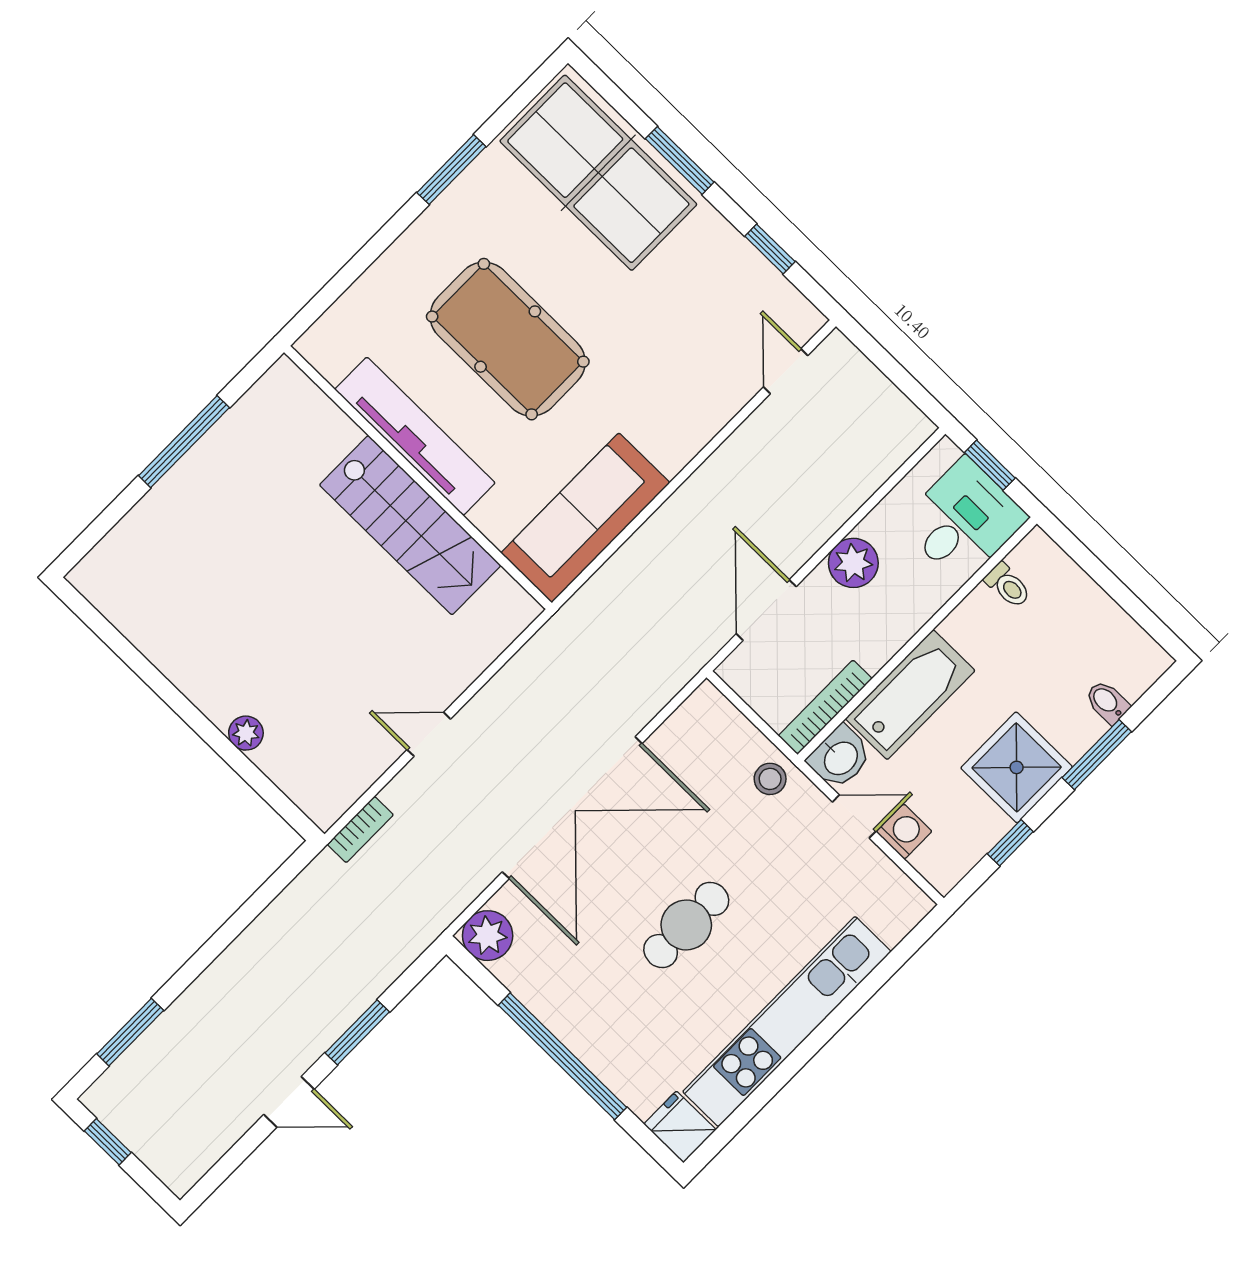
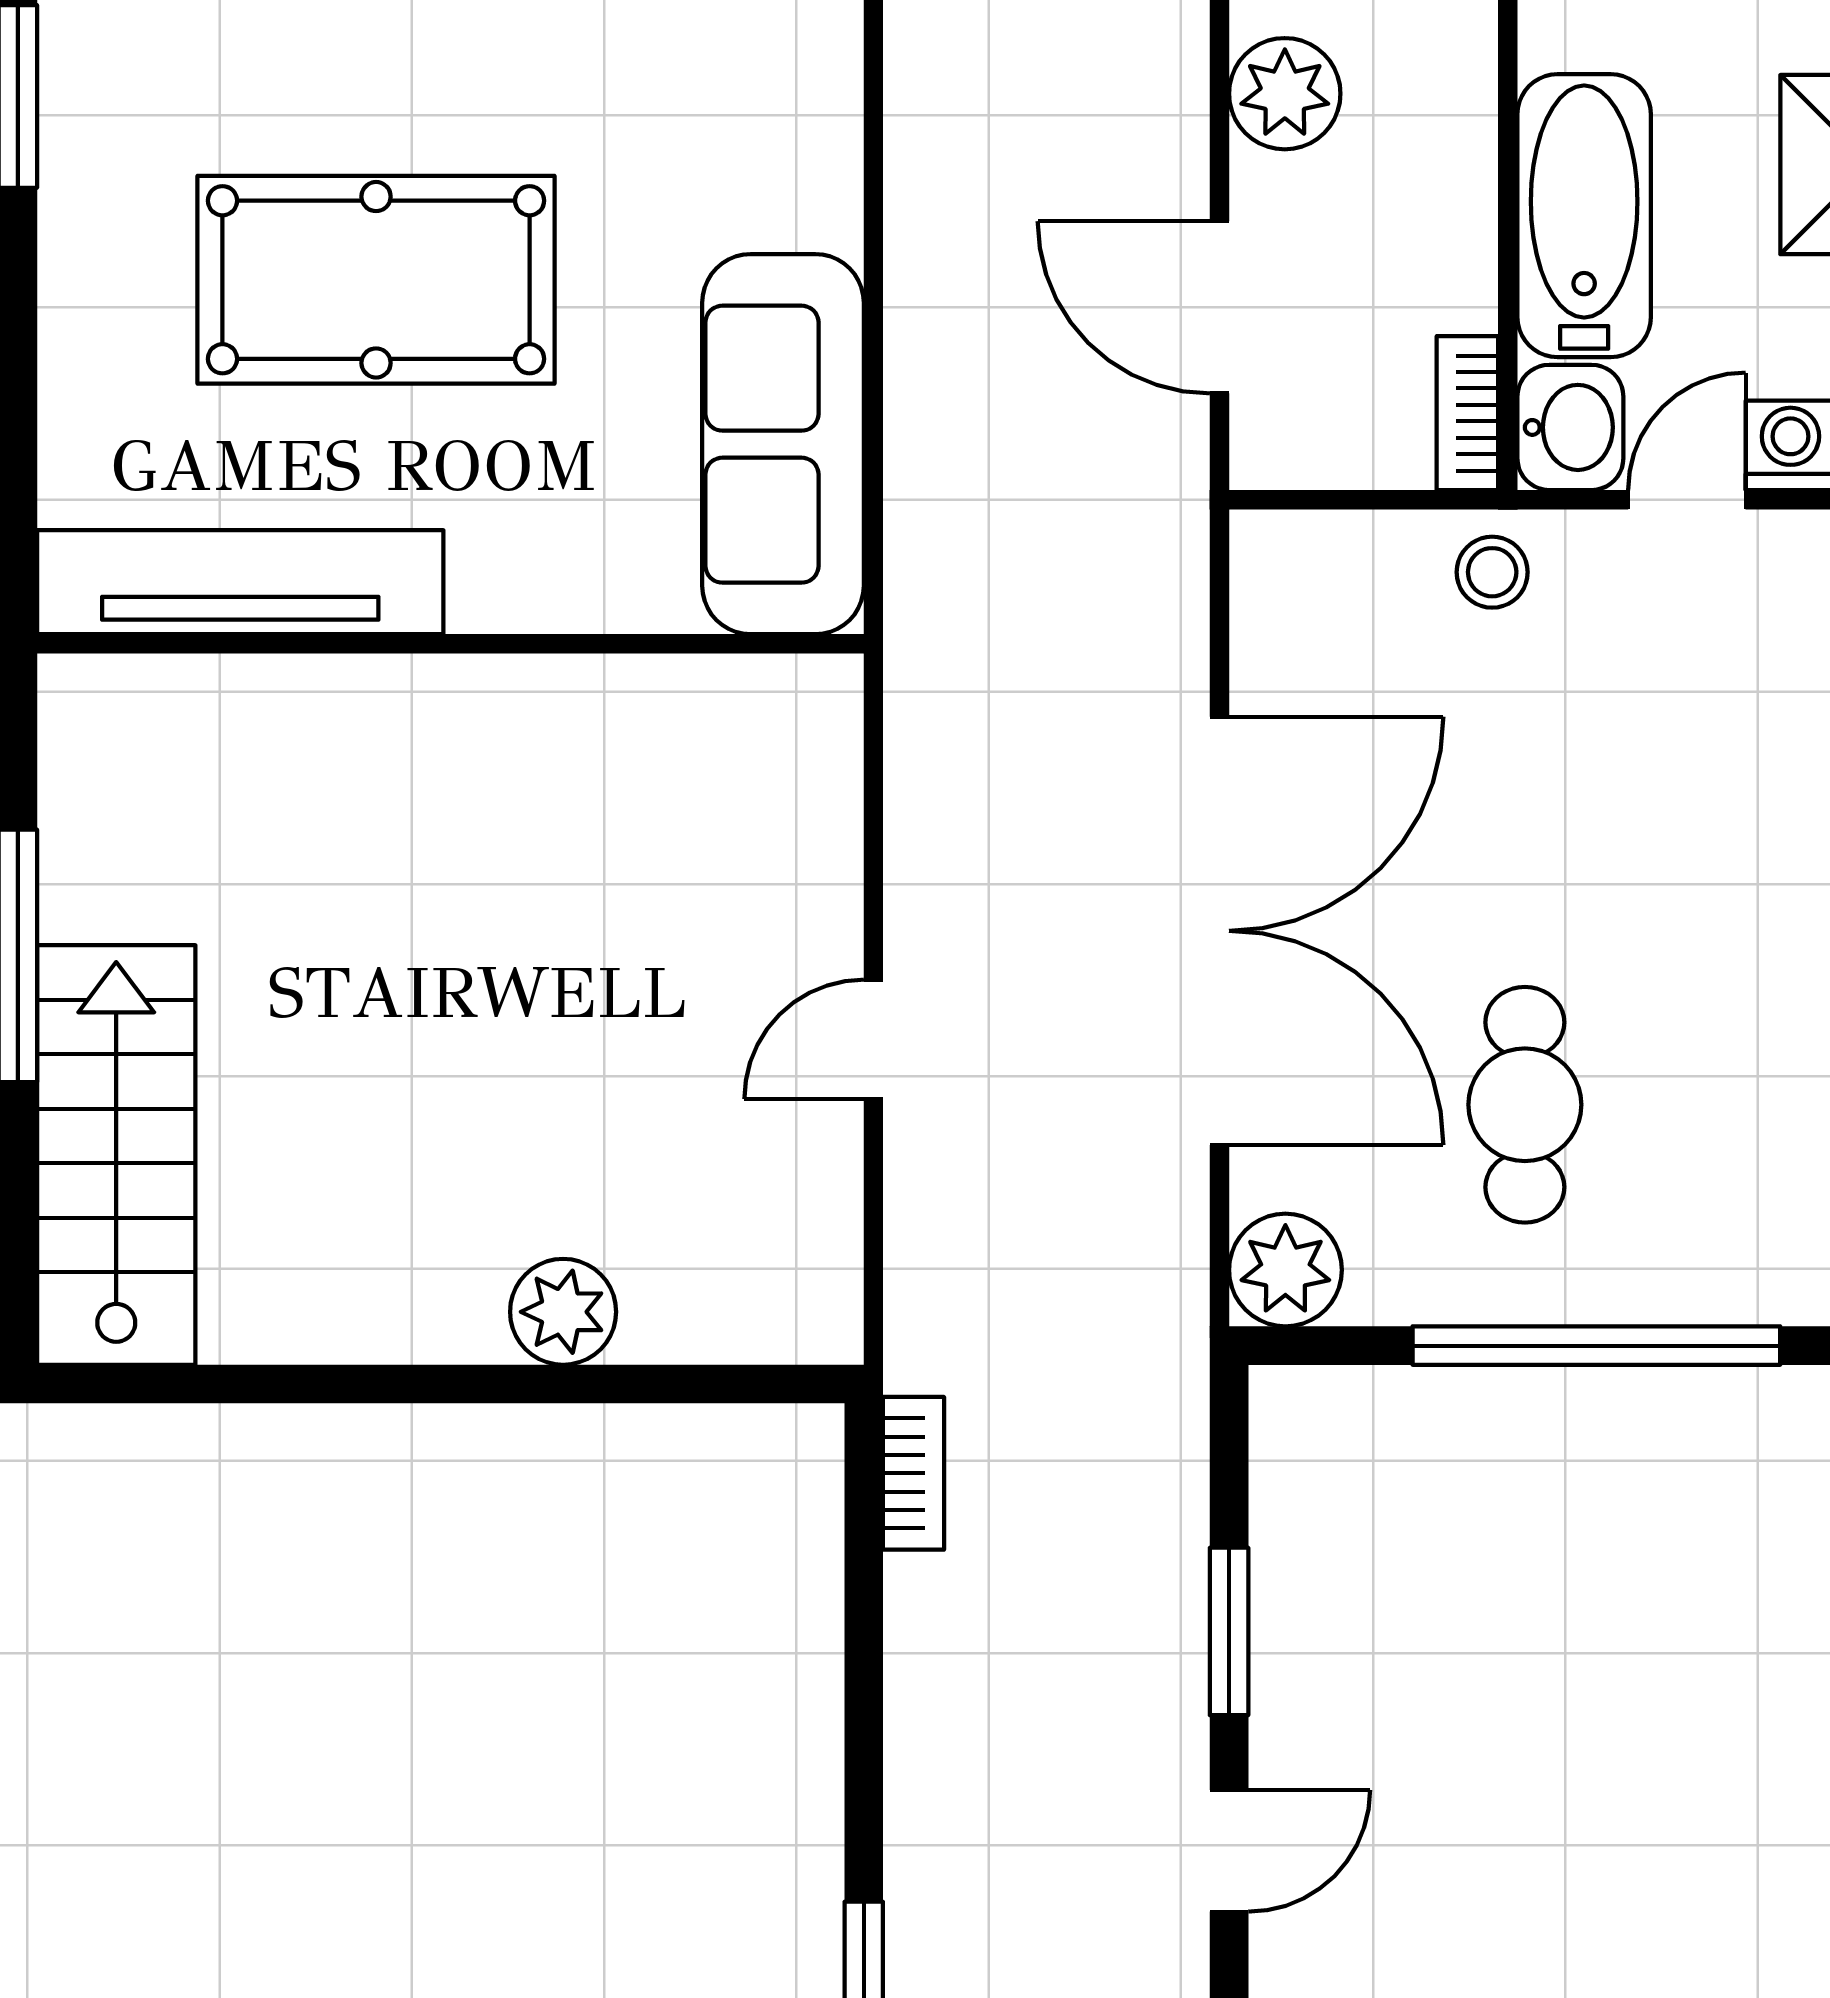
tv unit: (415, 436) -> (240, 582), moved
stairs: (410, 525) -> (116, 1155), moved, turned -90
bookcase: (825, 707) -> (1467, 413), width x0.64
plant: (246, 733) -> (563, 1312), width x1.38, depth x1.38
bookcase: (360, 830) -> (914, 1473), moved
cafe table: (686, 925) -> (1525, 1105), moved

